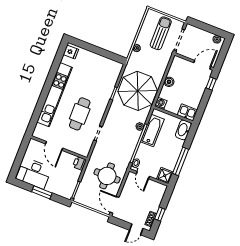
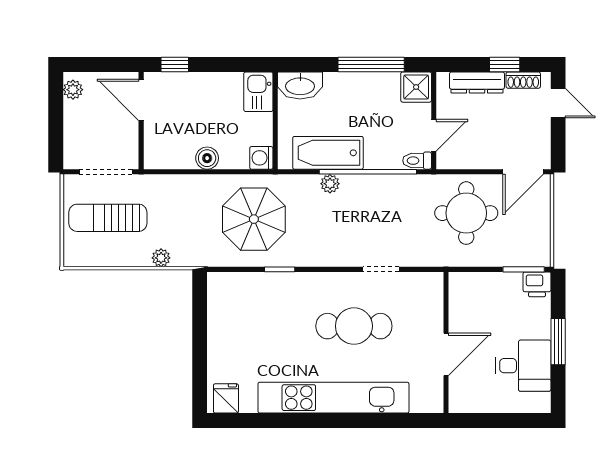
parasol: (138, 91) -> (254, 219), width x0.73, depth x0.73
printer: (79, 163) -> (537, 284), moved
desk: (34, 173) -> (523, 366), width x0.73
dresser: (157, 200) -> (477, 83), added

